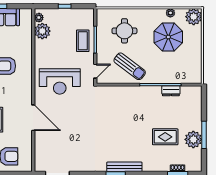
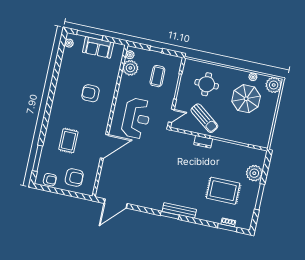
coffee table: (83, 41) -> (157, 76), moved
reception desk: (60, 81) -> (136, 118), turned -90
dresser: (171, 91) -> (203, 142), moved
door: (33, 118) -> (105, 146), hinge flipped
rug: (165, 137) -> (223, 191), width x1.36, depth x1.43
plant: (193, 139) -> (254, 173), moved

